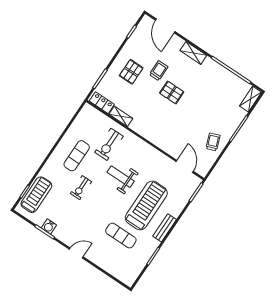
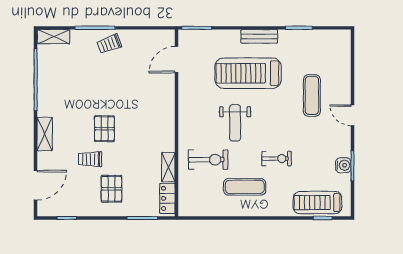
pallet: (131, 72) -> (111, 189), turned 90
trolley: (213, 142) -> (109, 44), moved
exercise mat: (121, 236) -> (312, 95), moved

